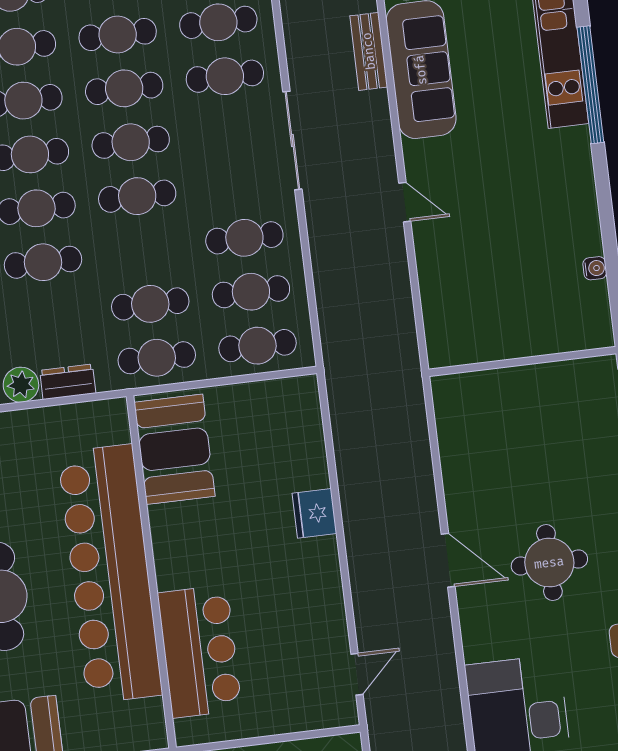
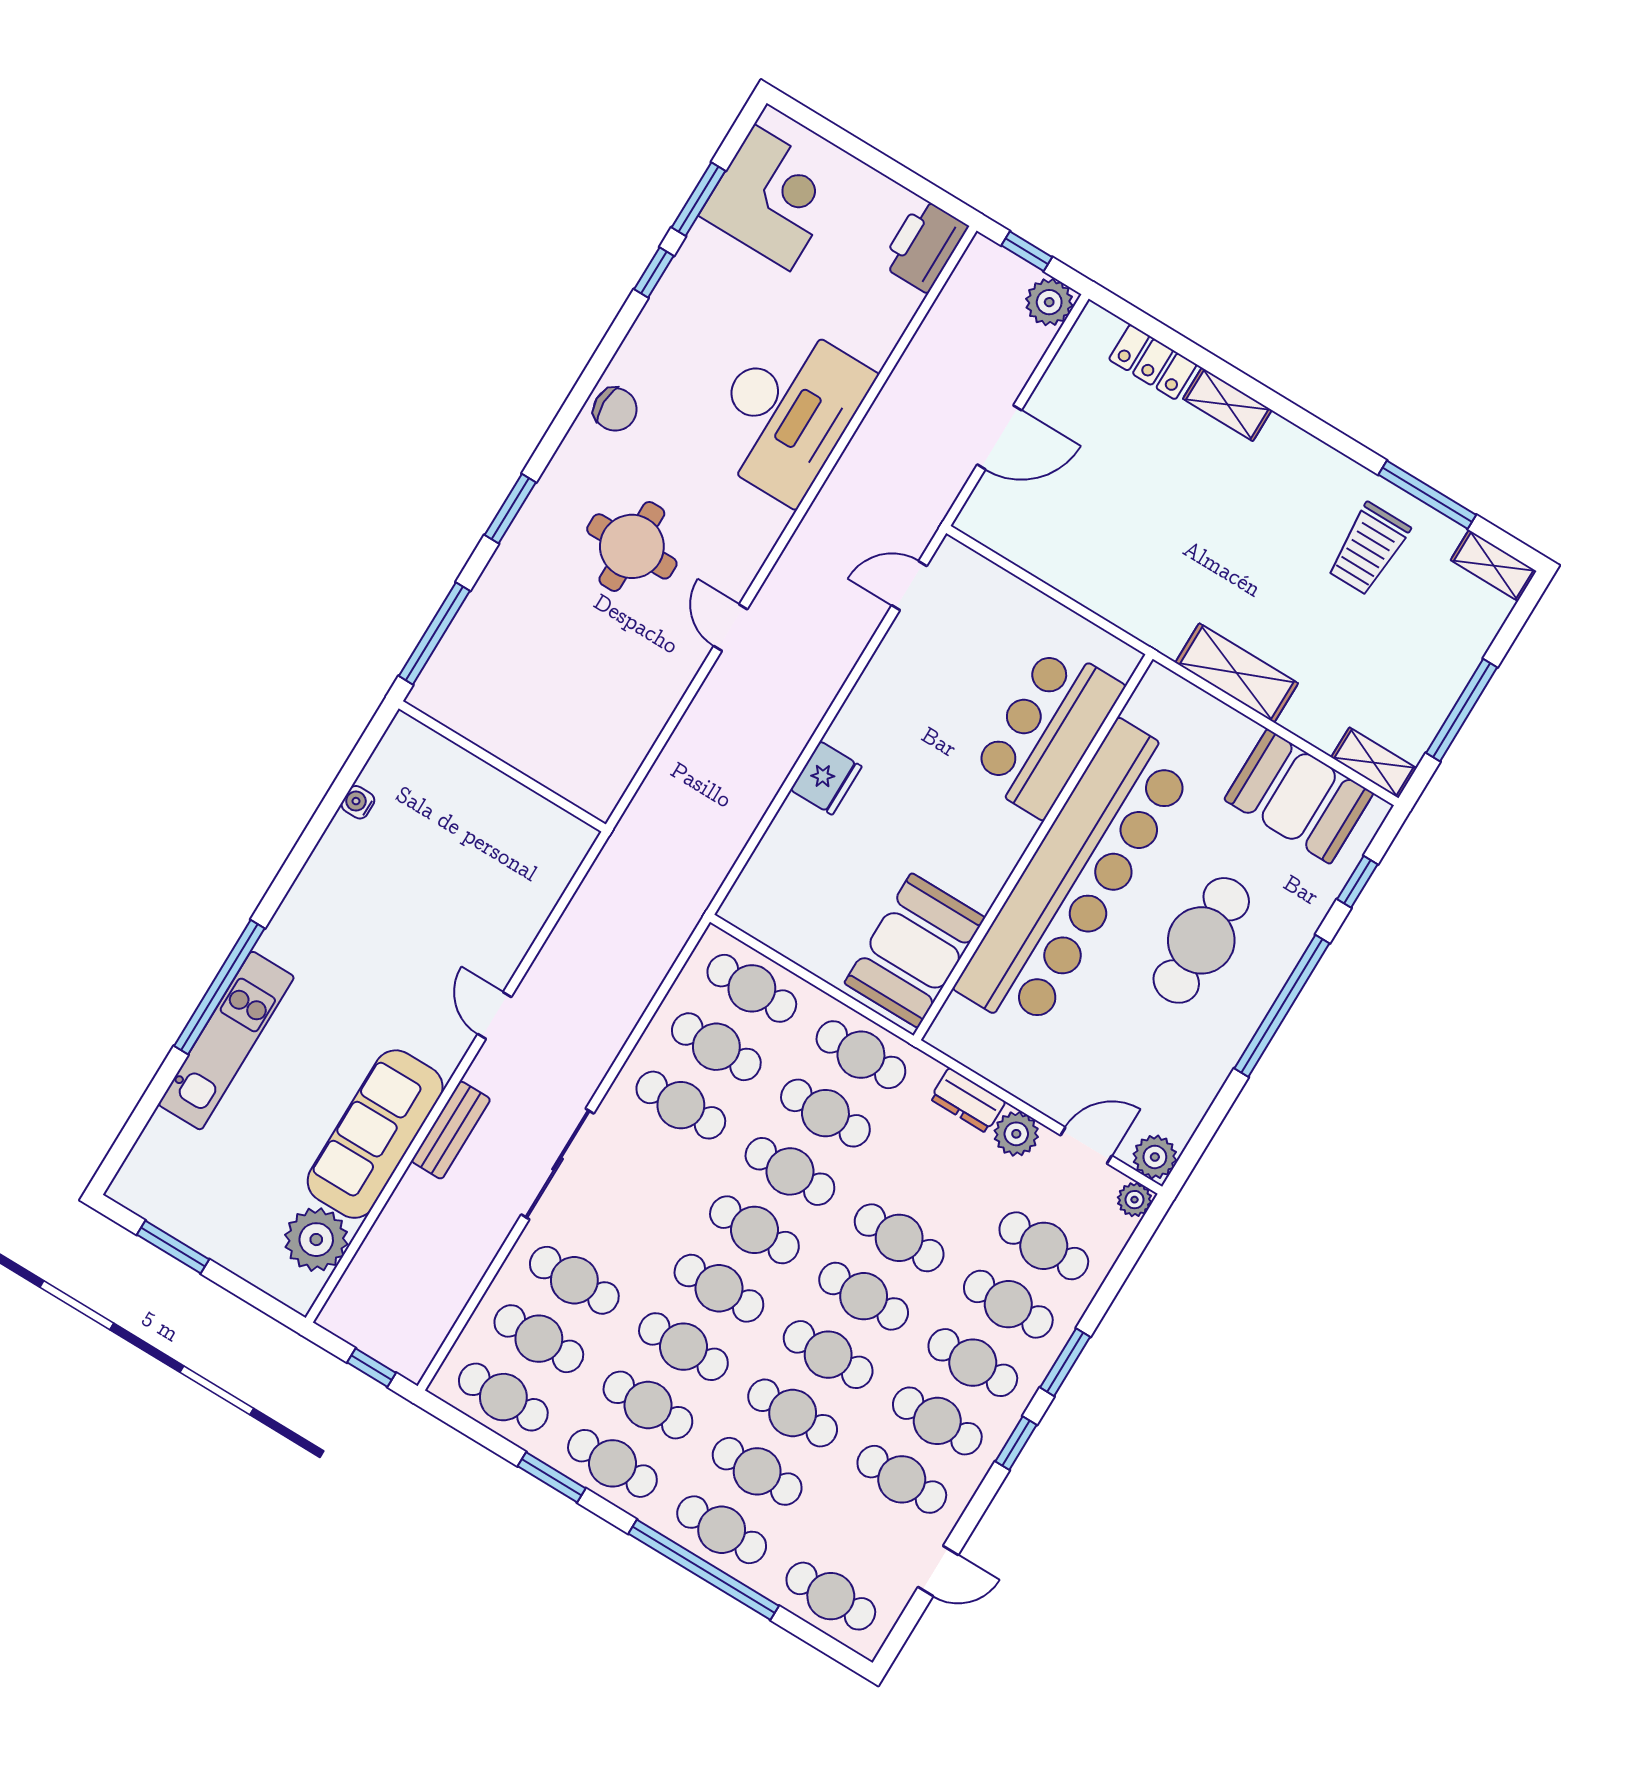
bench: (369, 51) -> (451, 1130), moved
cafe table: (144, 250) -> (790, 1171), added
door: (448, 560) -> (730, 628), width x0.73

